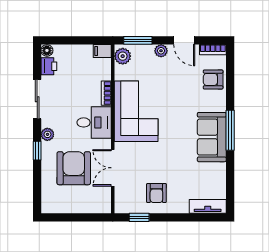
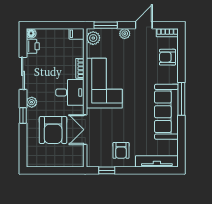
door: (184, 40) -> (144, 25), swing flipped
sofa: (212, 137) -> (166, 112), width x1.36
armchair: (74, 168) -> (53, 130), turned 180
tv unit: (208, 206) -> (157, 161), width x1.41

